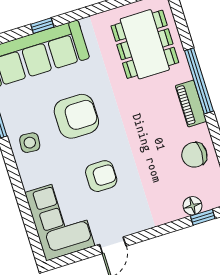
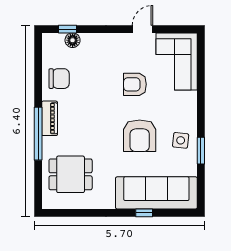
dining table: (145, 44) -> (71, 174), width x0.73
armchair: (76, 116) -> (140, 136), turned -90
side table: (30, 143) -> (181, 140), moved

